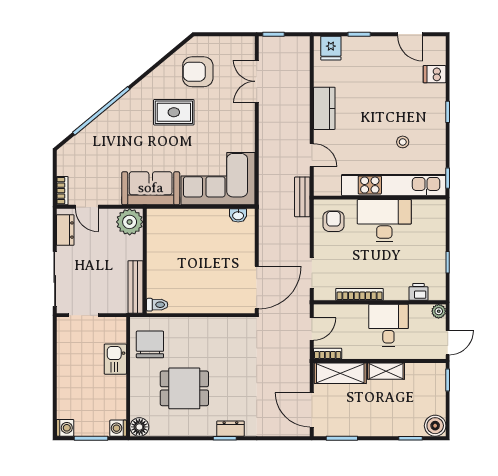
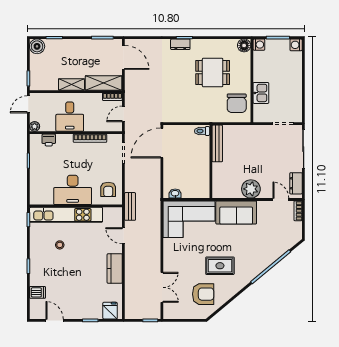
wall: (145, 261) -> (211, 162), moved
bench: (135, 287) -> (217, 143), moved
toilet: (157, 305) -> (202, 131), moved

